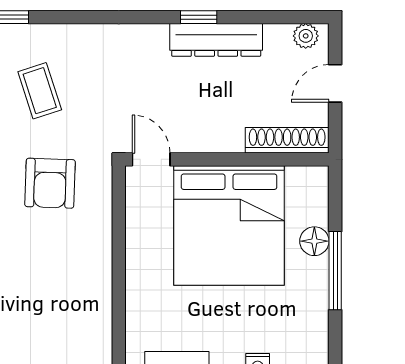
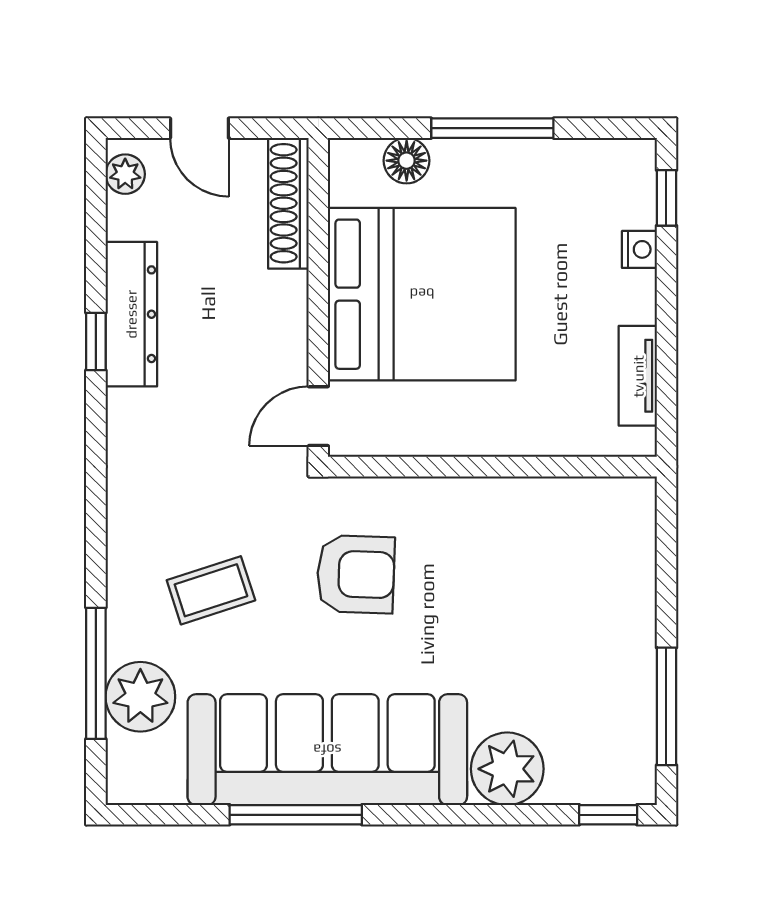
floor lamp: (314, 241) -> (407, 161), moved

